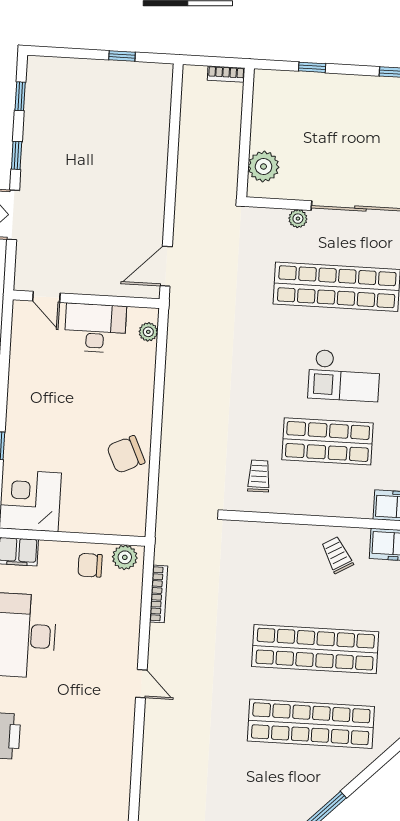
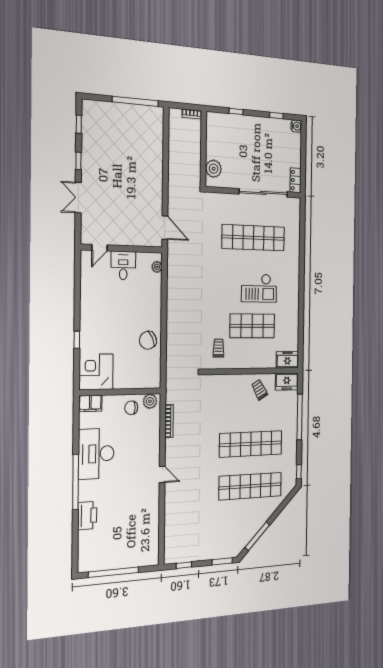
window: (122, 56) -> (135, 101), width x3.17
plant: (298, 219) -> (232, 199), removed
door: (166, 266) -> (165, 228), swing flipped
door: (46, 297) -> (100, 248), hinge flipped
desk: (95, 328) -> (123, 265), width x0.73

